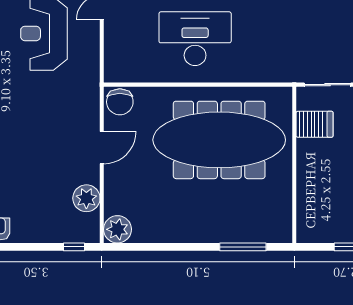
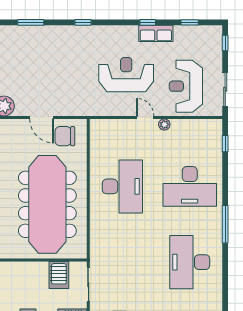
chair: (120, 102) -> (65, 136), moved

